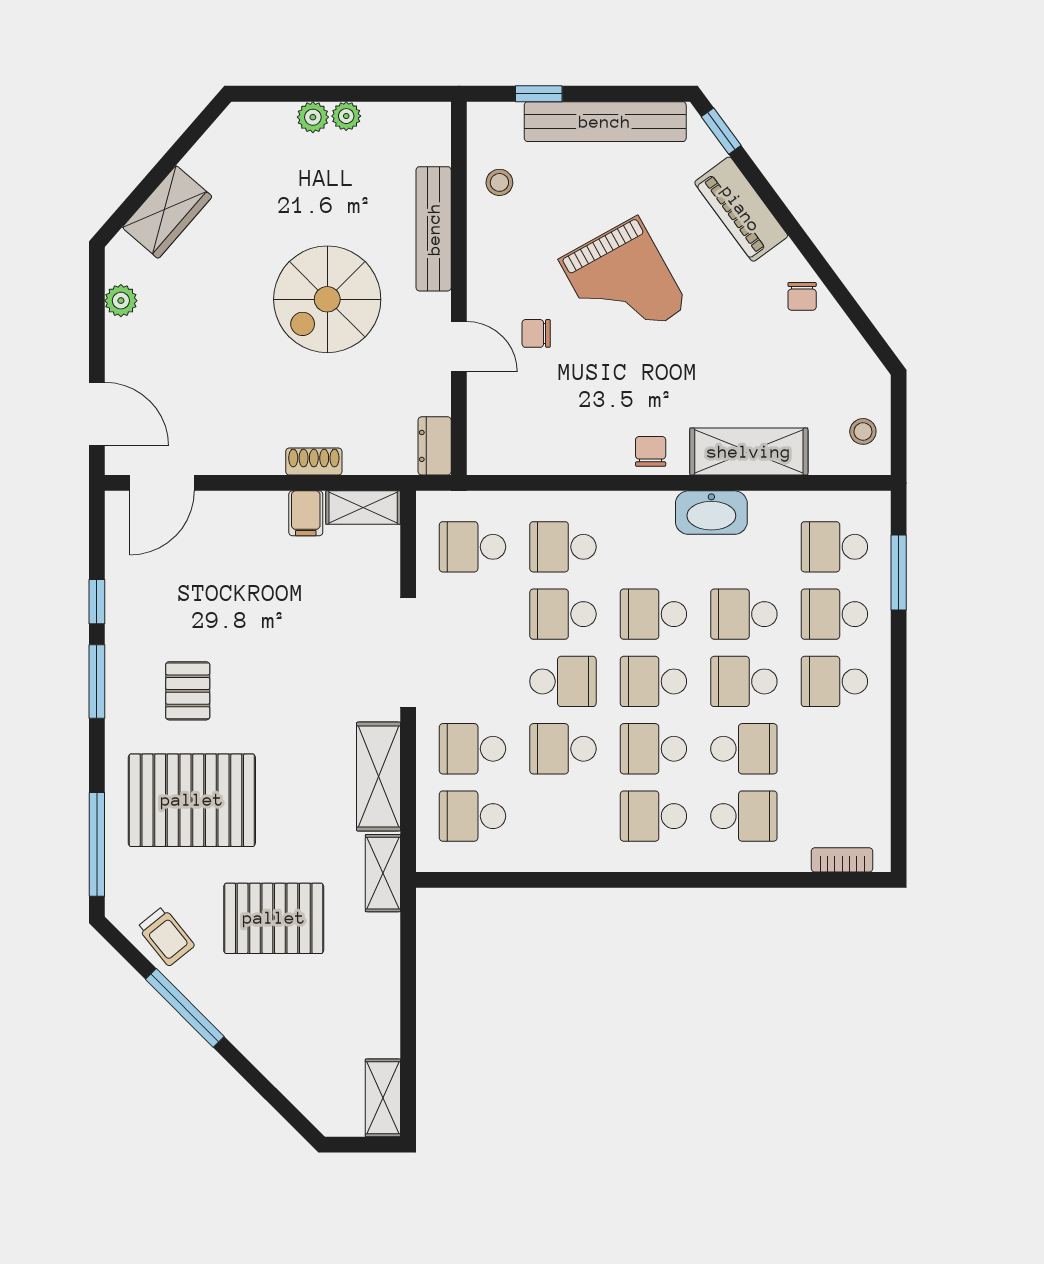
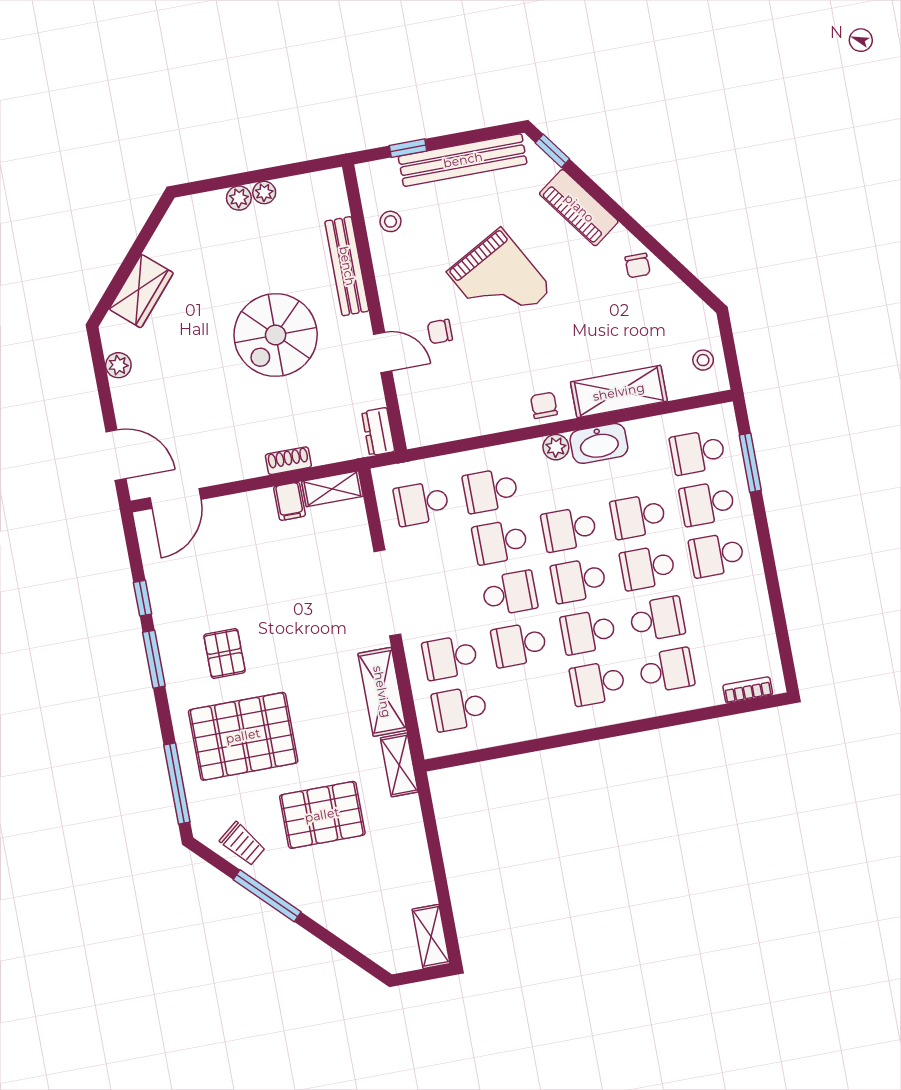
plant: (656, 507) -> (556, 447), added

